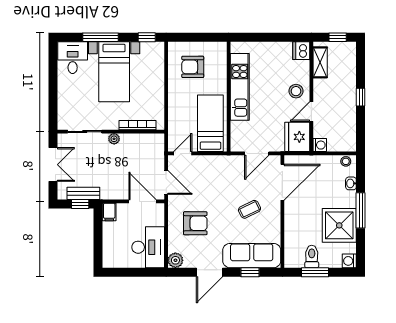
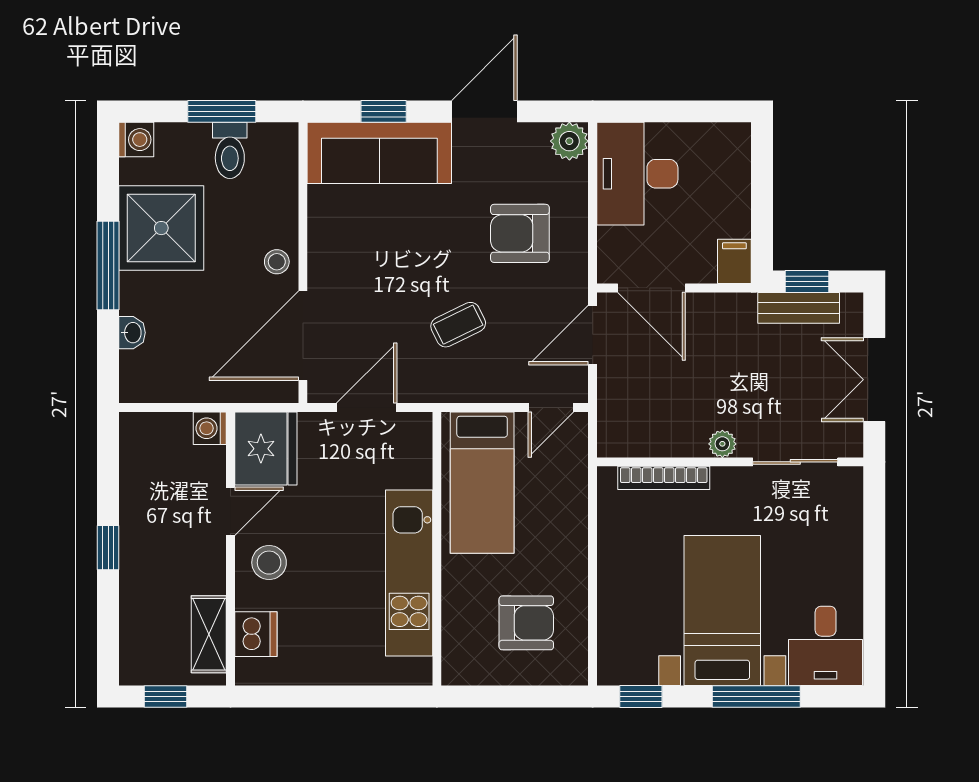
dishwasher: (301, 51) -> (256, 634), moved
stool: (346, 161) -> (277, 262), moved
door: (166, 182) -> (593, 335), hinge flipped
coffee table: (250, 209) -> (458, 325), moved

